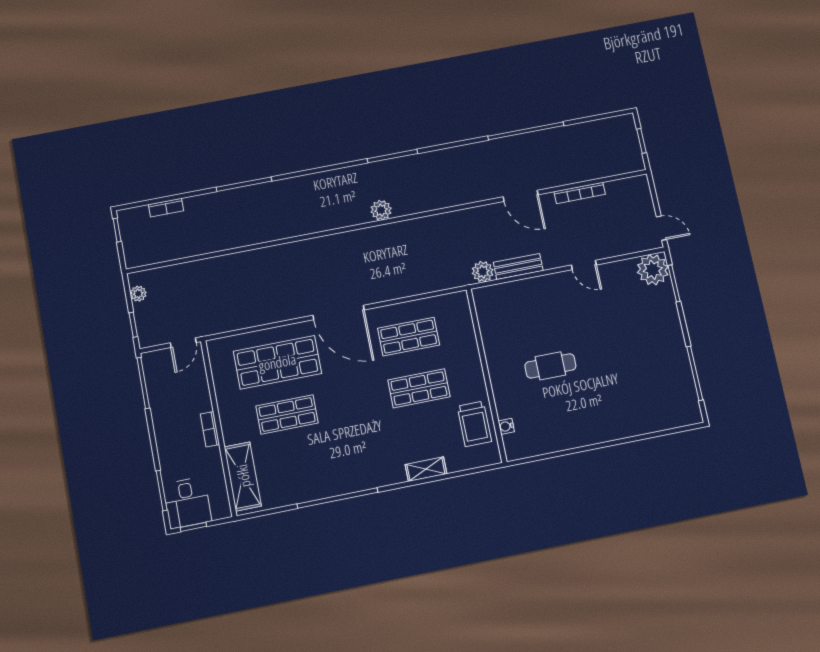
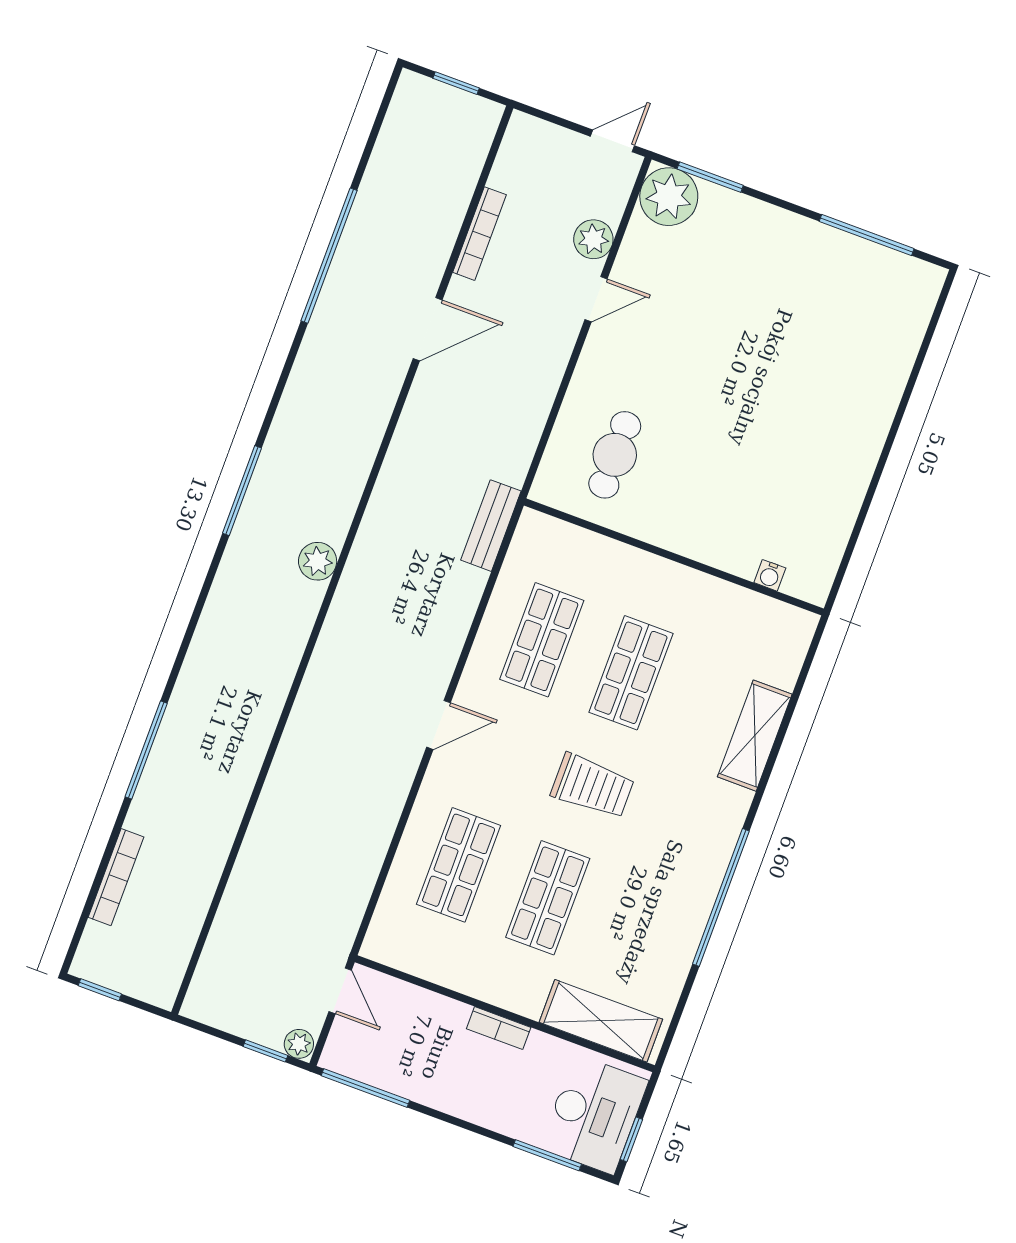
bookcase: (166, 208) -> (116, 877), width x1.56
bench: (518, 266) -> (491, 526), moved
plant: (483, 272) -> (593, 239), moved
plant: (138, 294) -> (299, 1044), moved
door: (339, 313) -> (439, 725), width x0.53
shop shelf: (277, 362) -> (459, 865), width x0.70, depth x0.74
cafe table: (550, 366) -> (615, 455), moved
trolley: (474, 424) -> (592, 786), moved
shelving: (426, 469) -> (755, 736), width x1.50, depth x1.33
desk: (187, 503) -> (594, 1114), width x1.37

